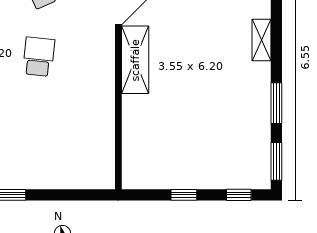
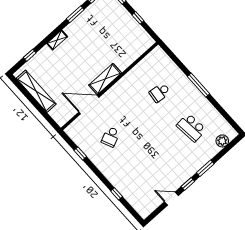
school desk: (39, 57) -> (160, 93), moved

